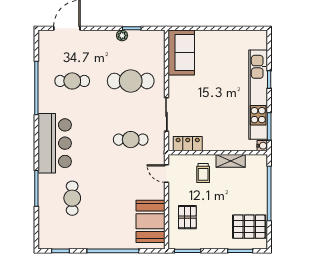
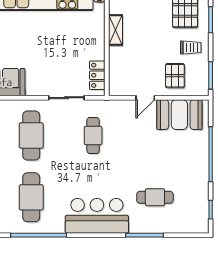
cafe table: (72, 81) -> (31, 197), width x1.37, depth x1.35
trolley: (203, 173) -> (191, 47), moved
door: (166, 174) -> (145, 98), moved
pallet: (187, 217) -> (175, 76), turned 90

